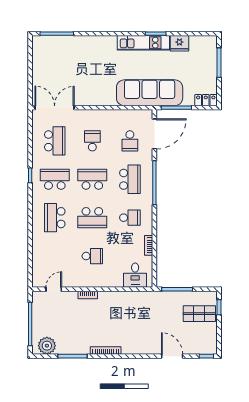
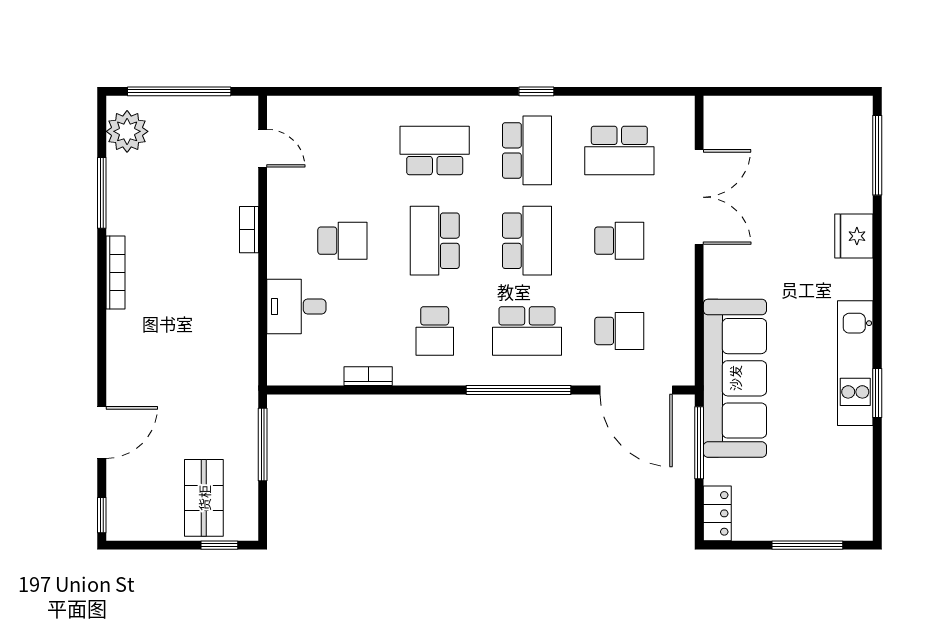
fridge: (179, 43) -> (854, 236), moved
double door: (55, 108) -> (699, 197), moved
school desk: (130, 141) -> (619, 331), turned 180
school desk: (92, 256) -> (342, 241), turned -90
desk: (135, 275) -> (296, 306), moved

